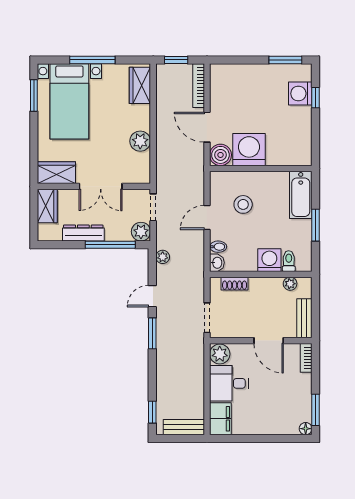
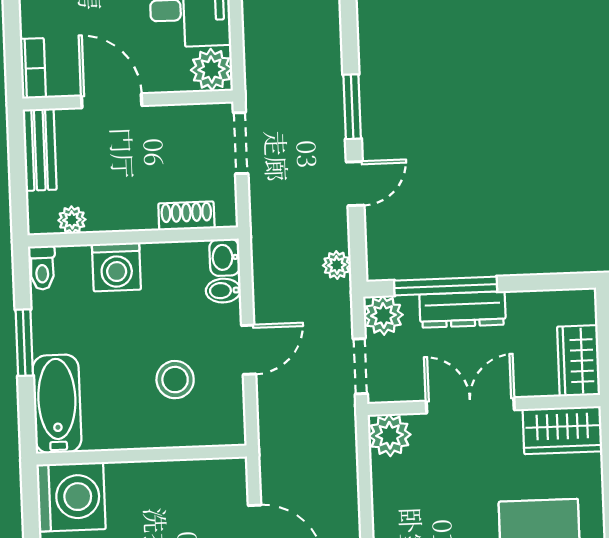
plant: (140, 141) -> (390, 435), moved
washing machine: (249, 150) -> (71, 497), moved, turned -90
boiler: (220, 155) -> (226, 480), removed
dresser: (83, 233) -> (463, 310), moved
toilet: (289, 261) -> (42, 268), moved

